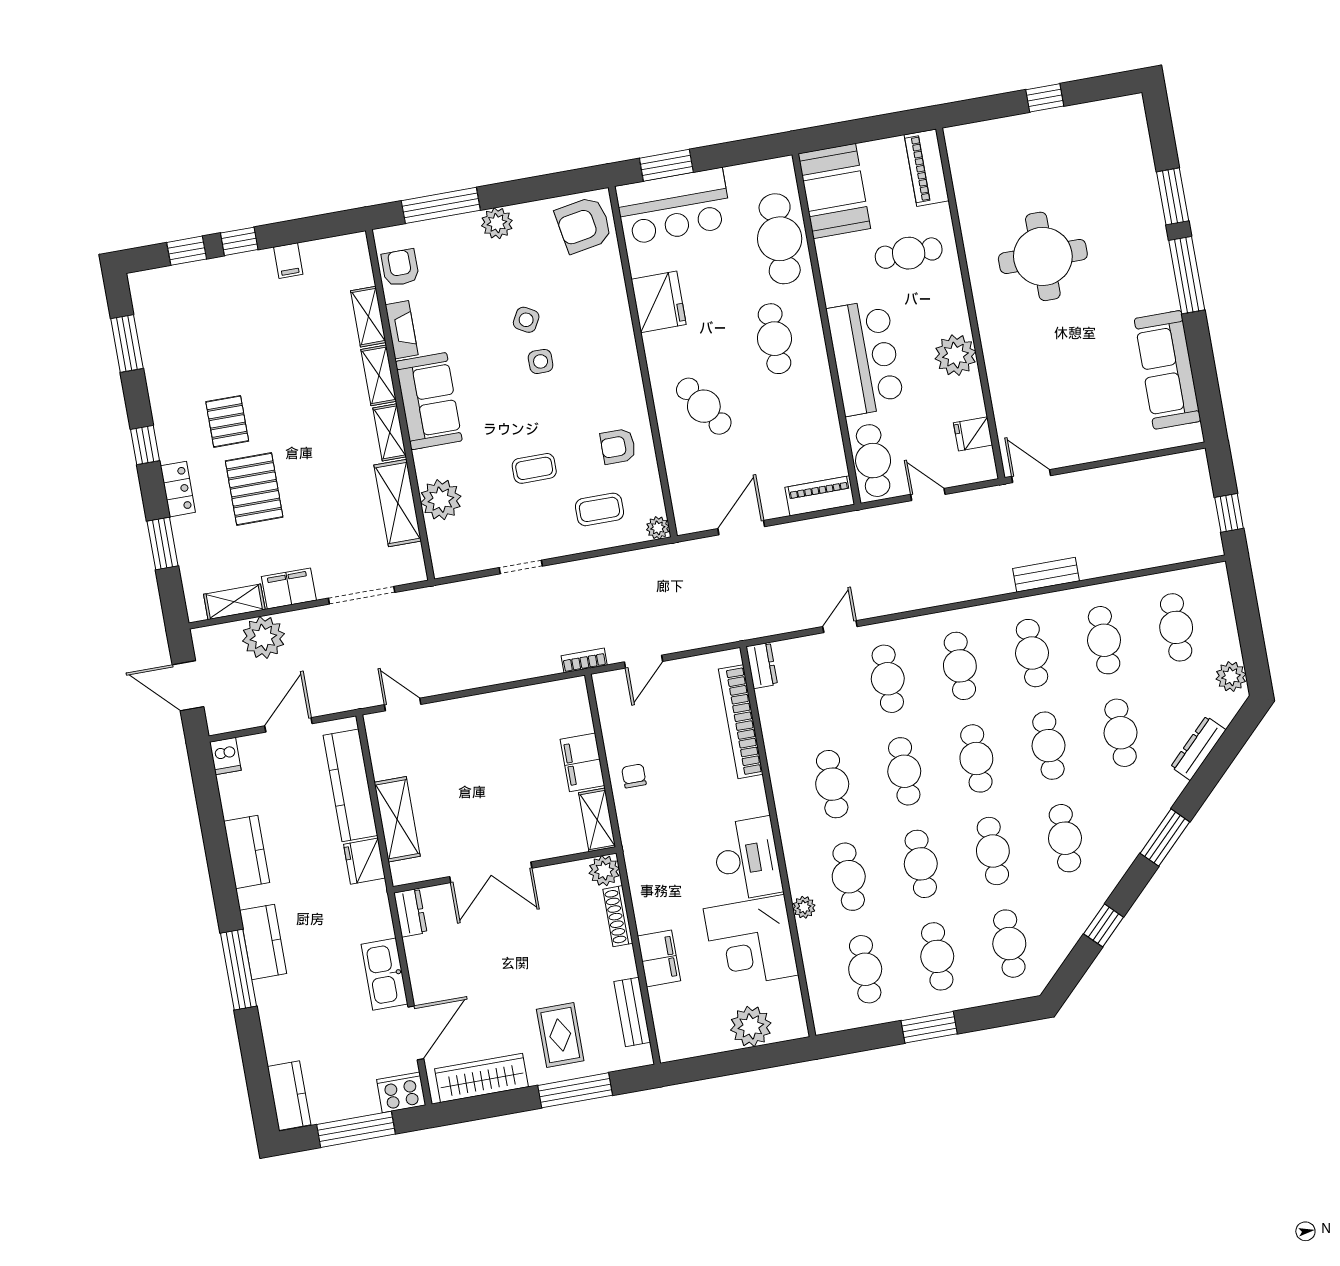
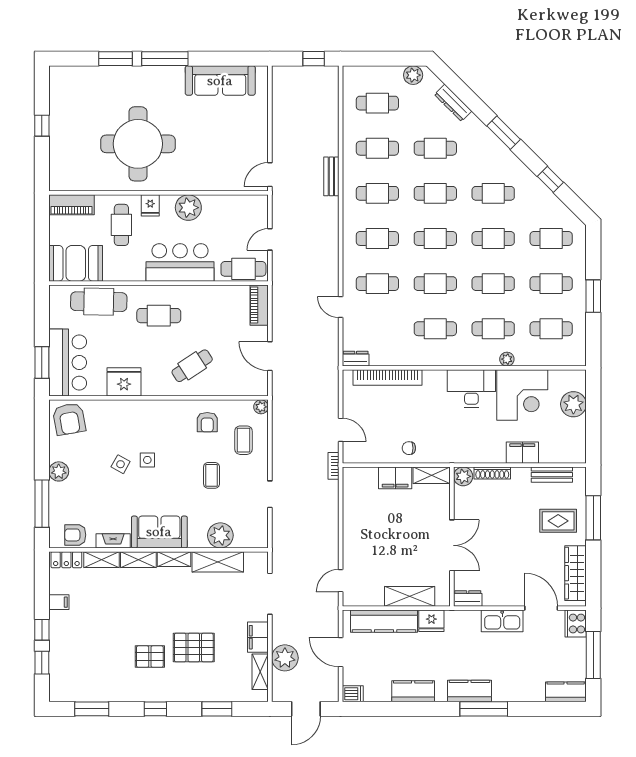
round table: (1043, 256) -> (138, 144), width x1.36, depth x1.36
fridge: (973, 434) -> (150, 205), moved
locker: (178, 489) -> (66, 560), moved, turned 180

